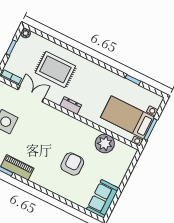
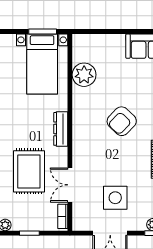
dresser: (71, 105) -> (61, 129), width x1.44
armchair: (72, 164) -> (122, 121), moved, turned -46

